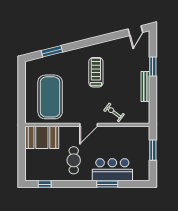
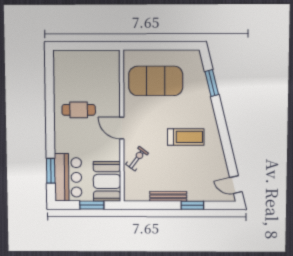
booth: (42, 137) -> (107, 181), moved
bar counter: (112, 170) -> (68, 177), moved
window: (45, 184) -> (49, 74), removed
window: (107, 184) -> (51, 171), moved

